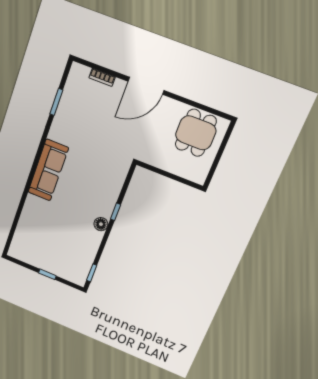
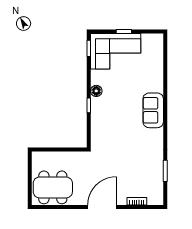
dining table: (196, 133) -> (53, 187), width x1.38
sofa: (48, 170) -> (153, 110), width x0.73
corner sofa: (64, 258) -> (116, 51), added

